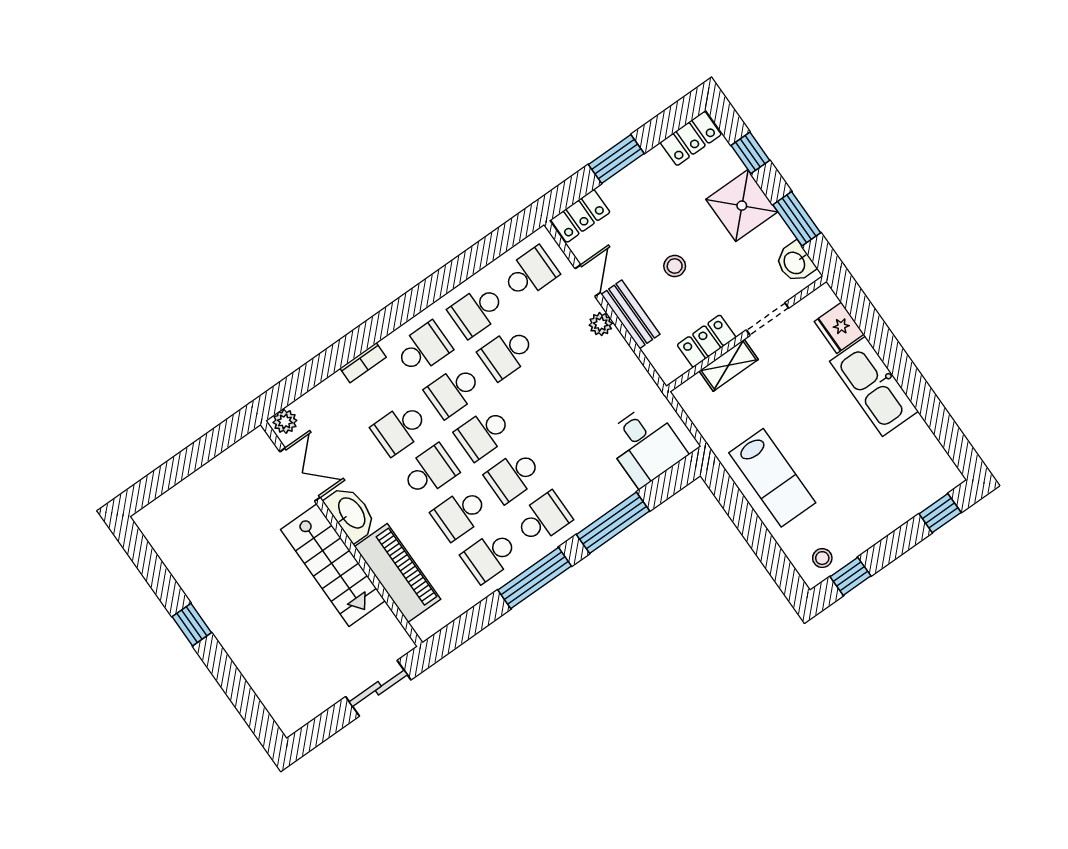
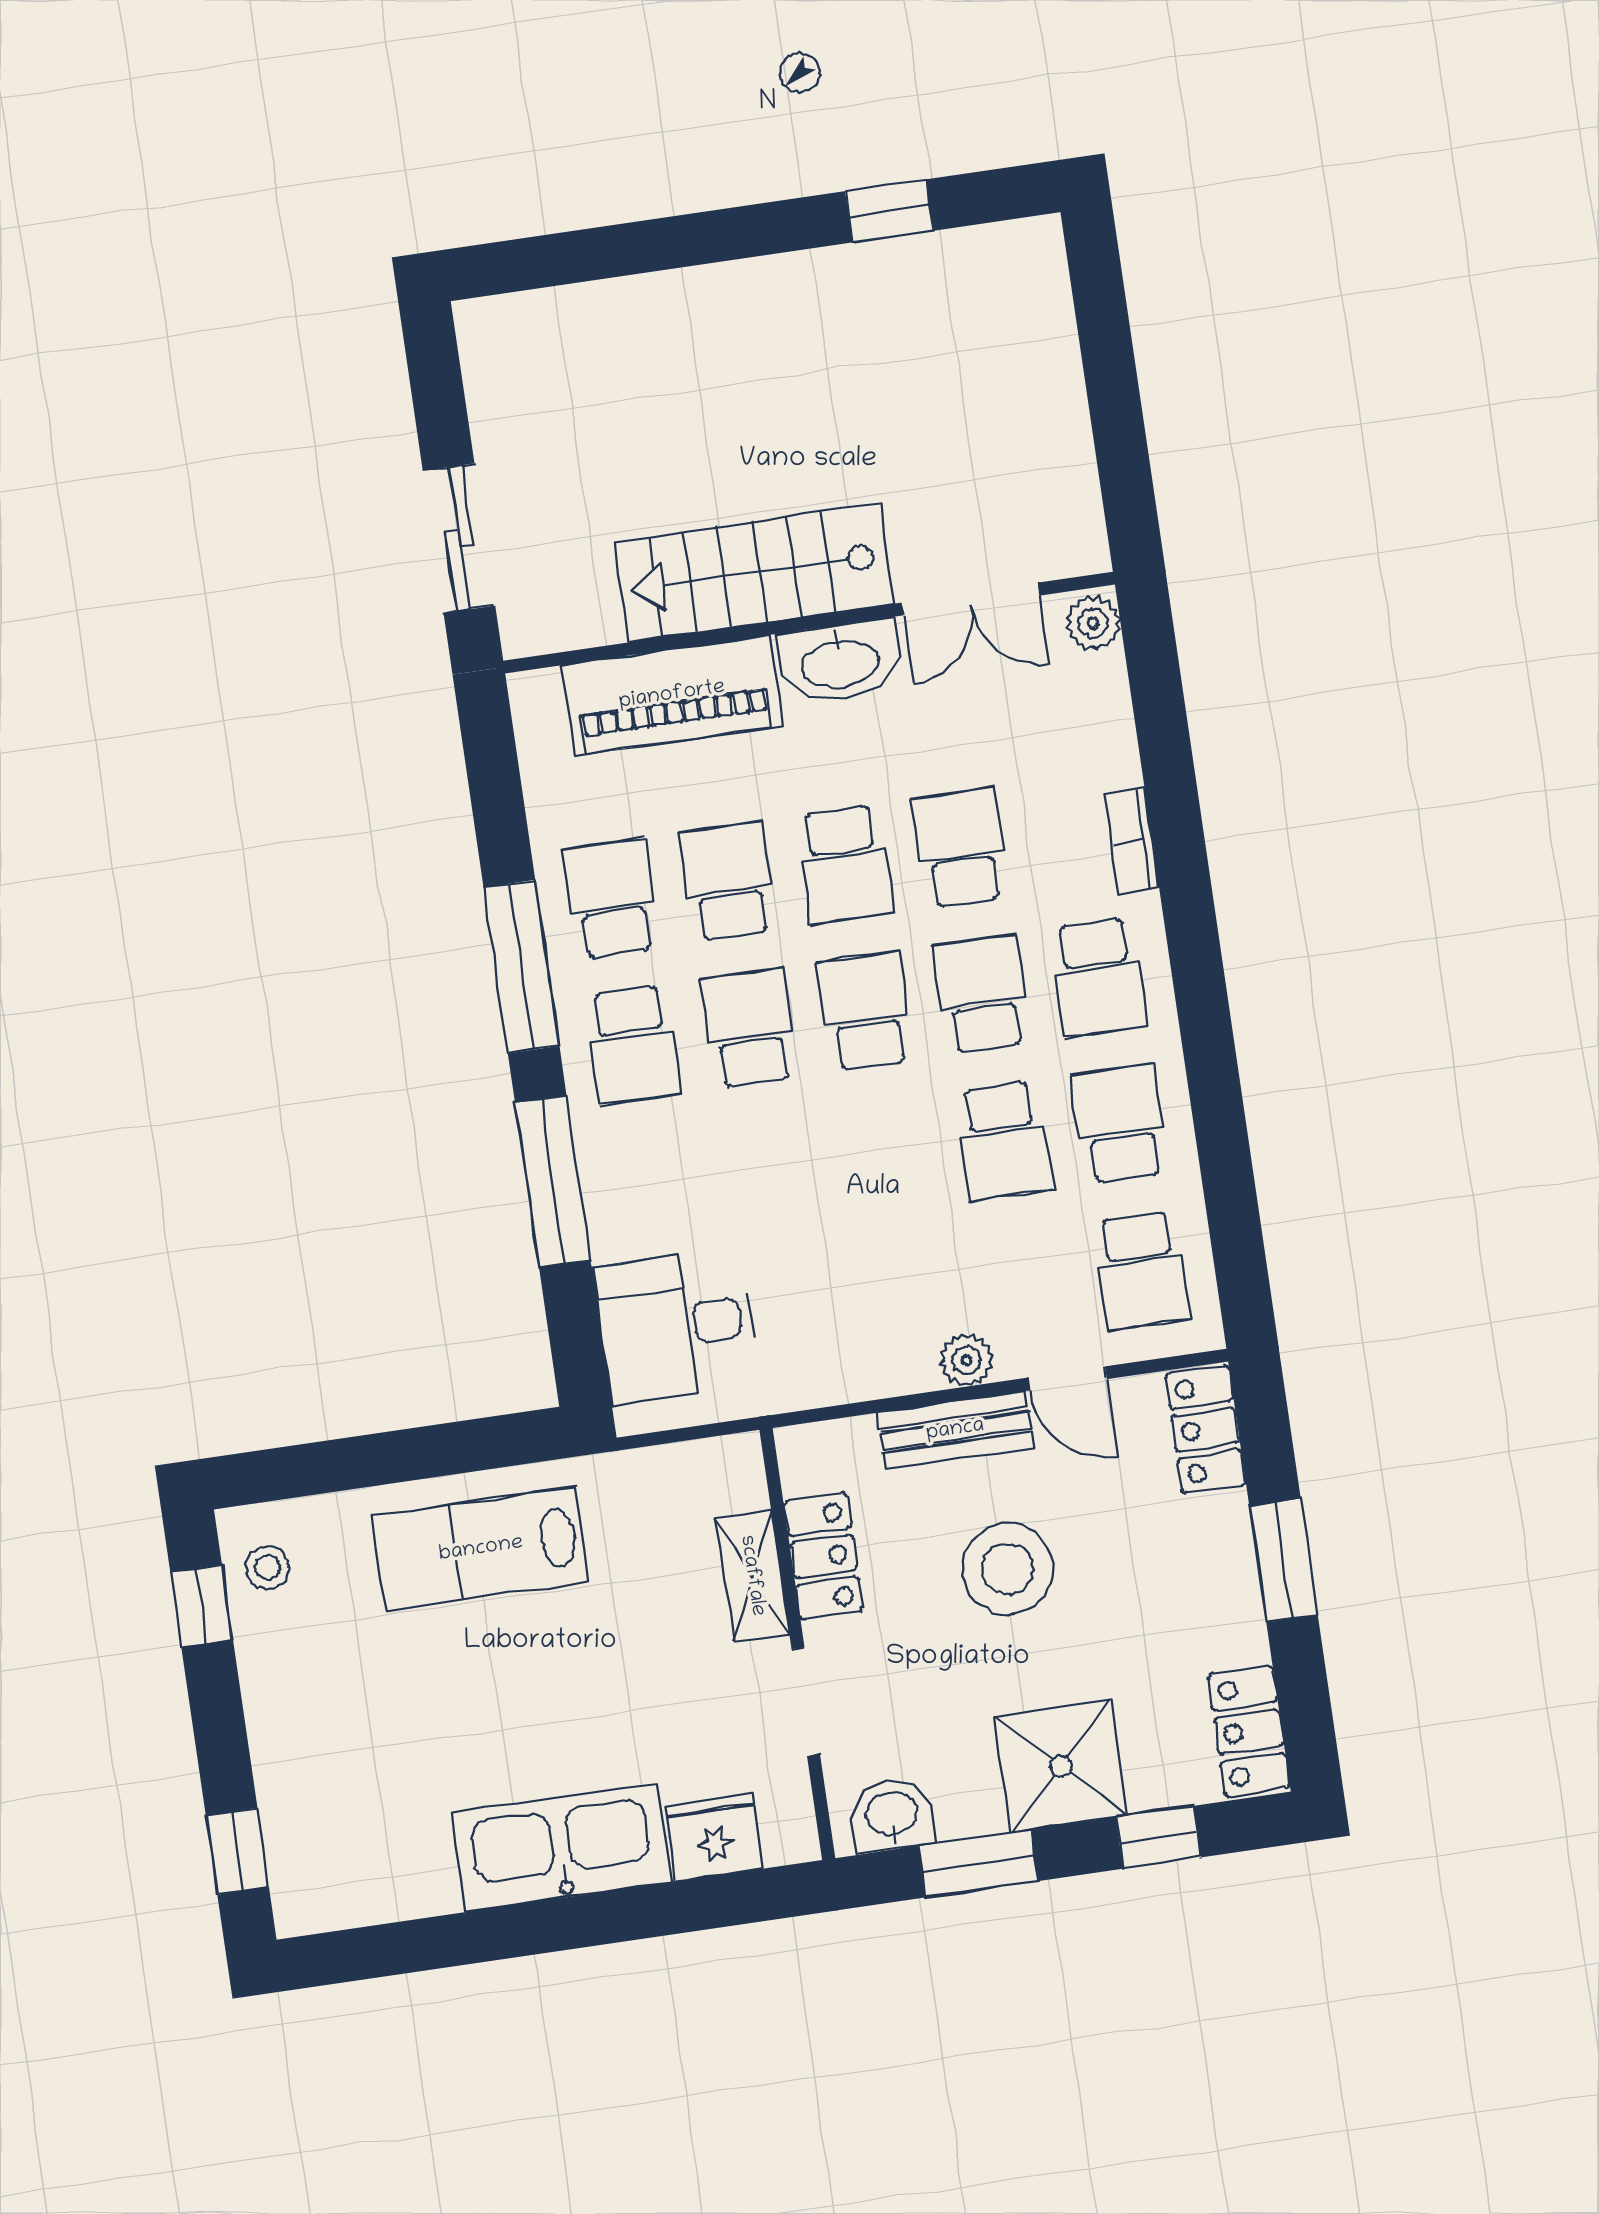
stool: (675, 266) -> (1008, 1569), width x1.89, depth x1.89
school desk: (507, 353) -> (1003, 1141), turned 180
window: (192, 625) -> (889, 211), moved

